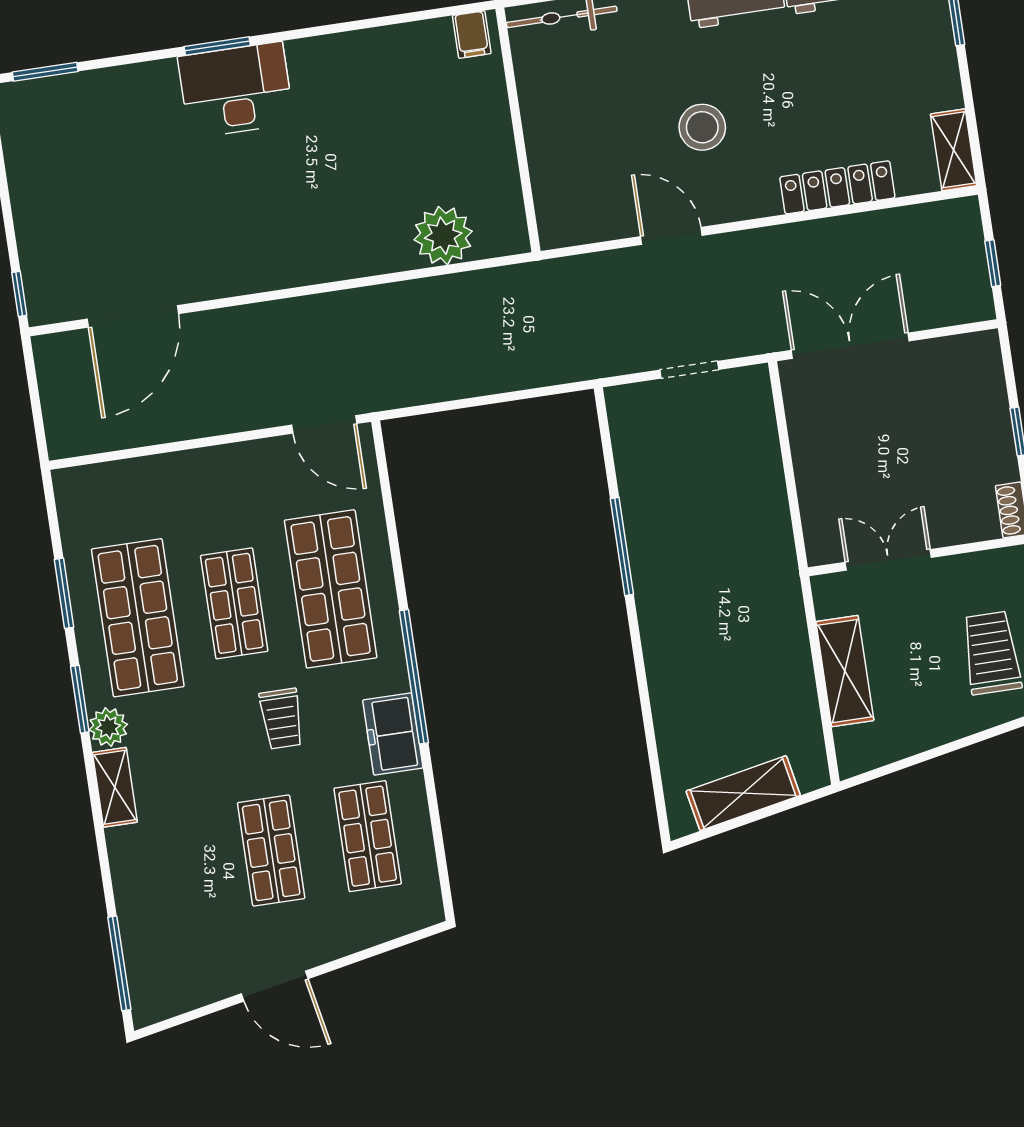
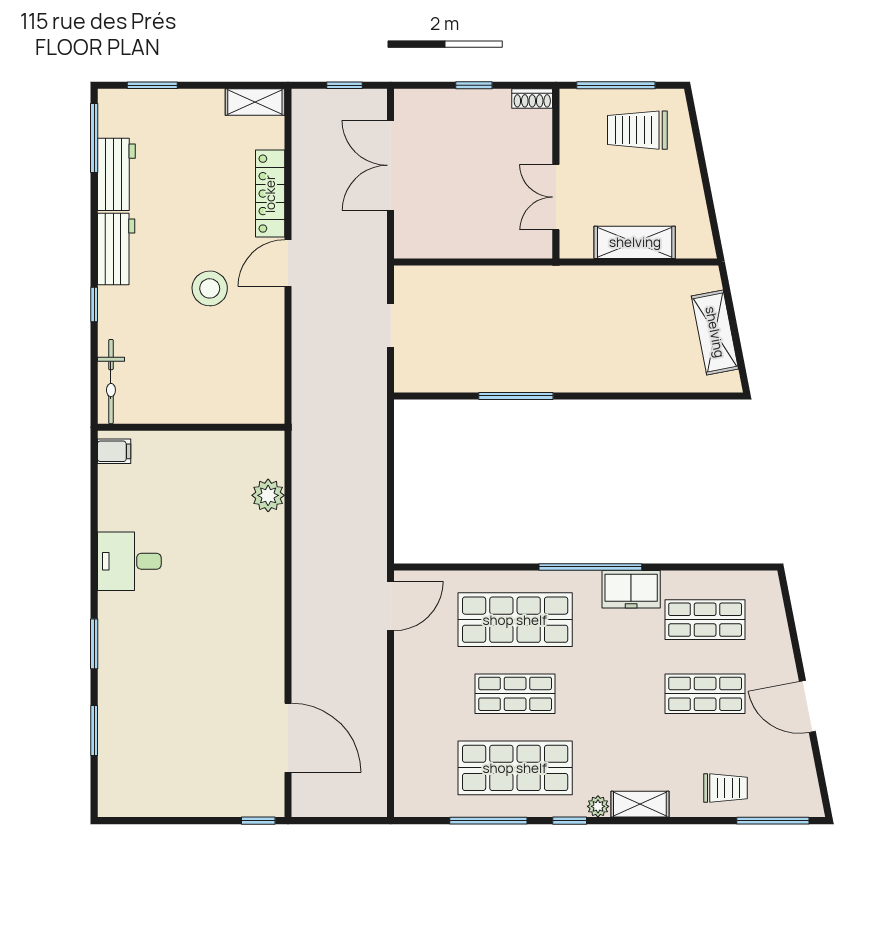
window: (45, 72) -> (94, 731), moved
desk: (236, 90) -> (129, 561), moved, width x0.73
plant: (443, 236) -> (268, 495), width x0.73, depth x0.73
door: (671, 236) -> (288, 263), moved
double door: (850, 346) -> (391, 165), moved
window: (64, 593) -> (488, 821), width x1.44
window: (80, 699) -> (570, 821), width x0.67
trolley: (282, 719) -> (726, 788), moved
plant: (108, 727) -> (598, 806), width x0.73, depth x0.73
door: (275, 986) -> (807, 706), swing flipped

